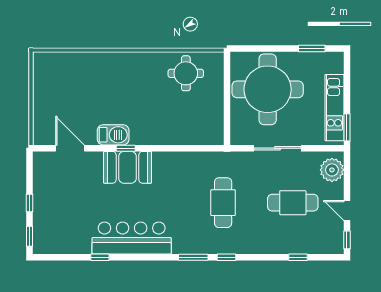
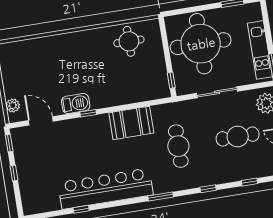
plant: (41, 125) -> (13, 105), added
window: (227, 126) -> (171, 80), added
booth: (127, 167) -> (131, 123), moved
window: (29, 236) -> (9, 143), moved
bar counter: (132, 238) -> (106, 189), width x1.36
window: (227, 257) -> (208, 189), moved

